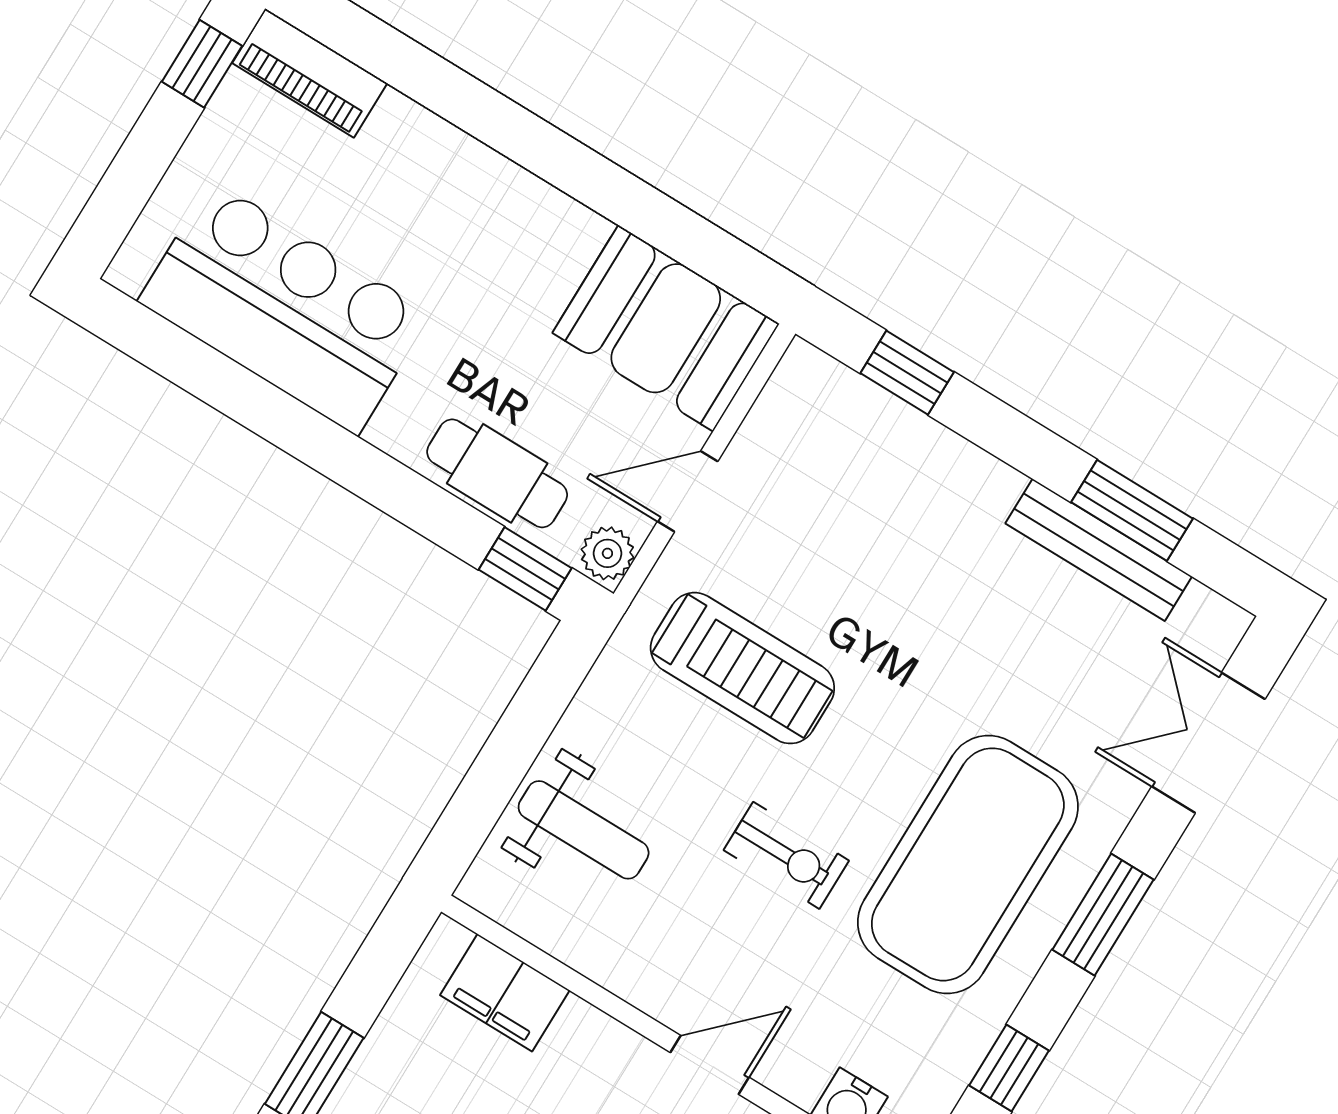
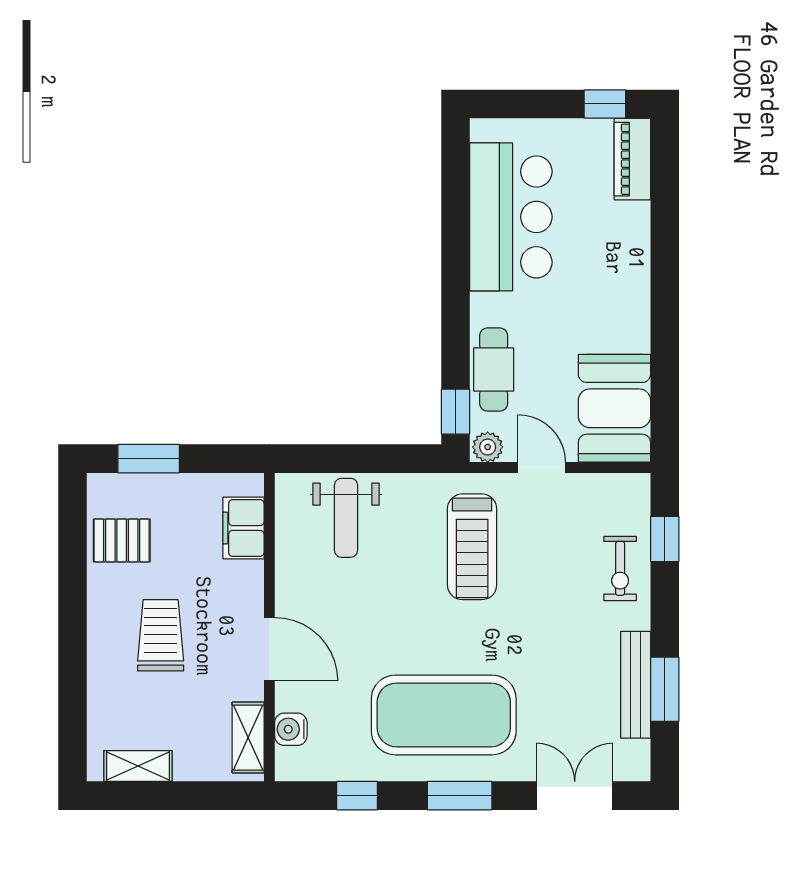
exercise bike: (786, 855) -> (620, 568), moved
door: (710, 1065) -> (269, 649), width x1.38

